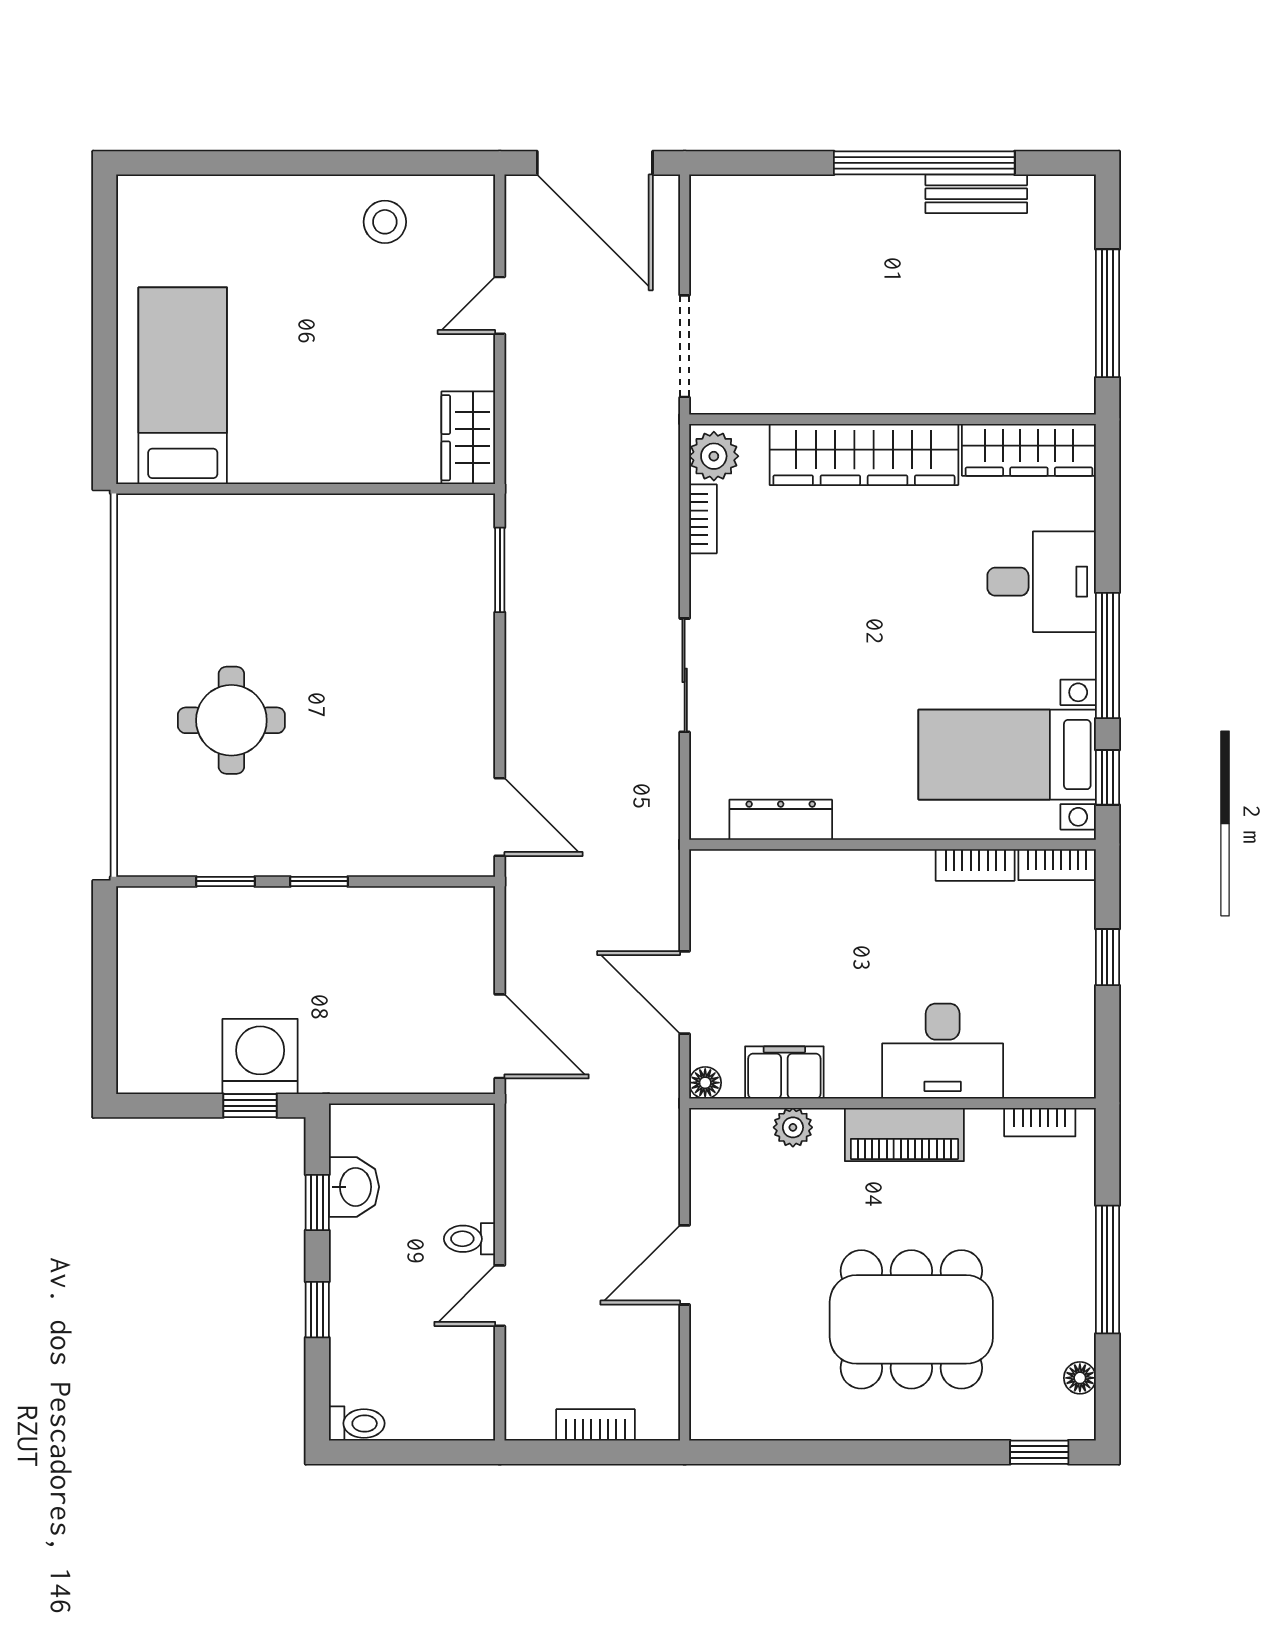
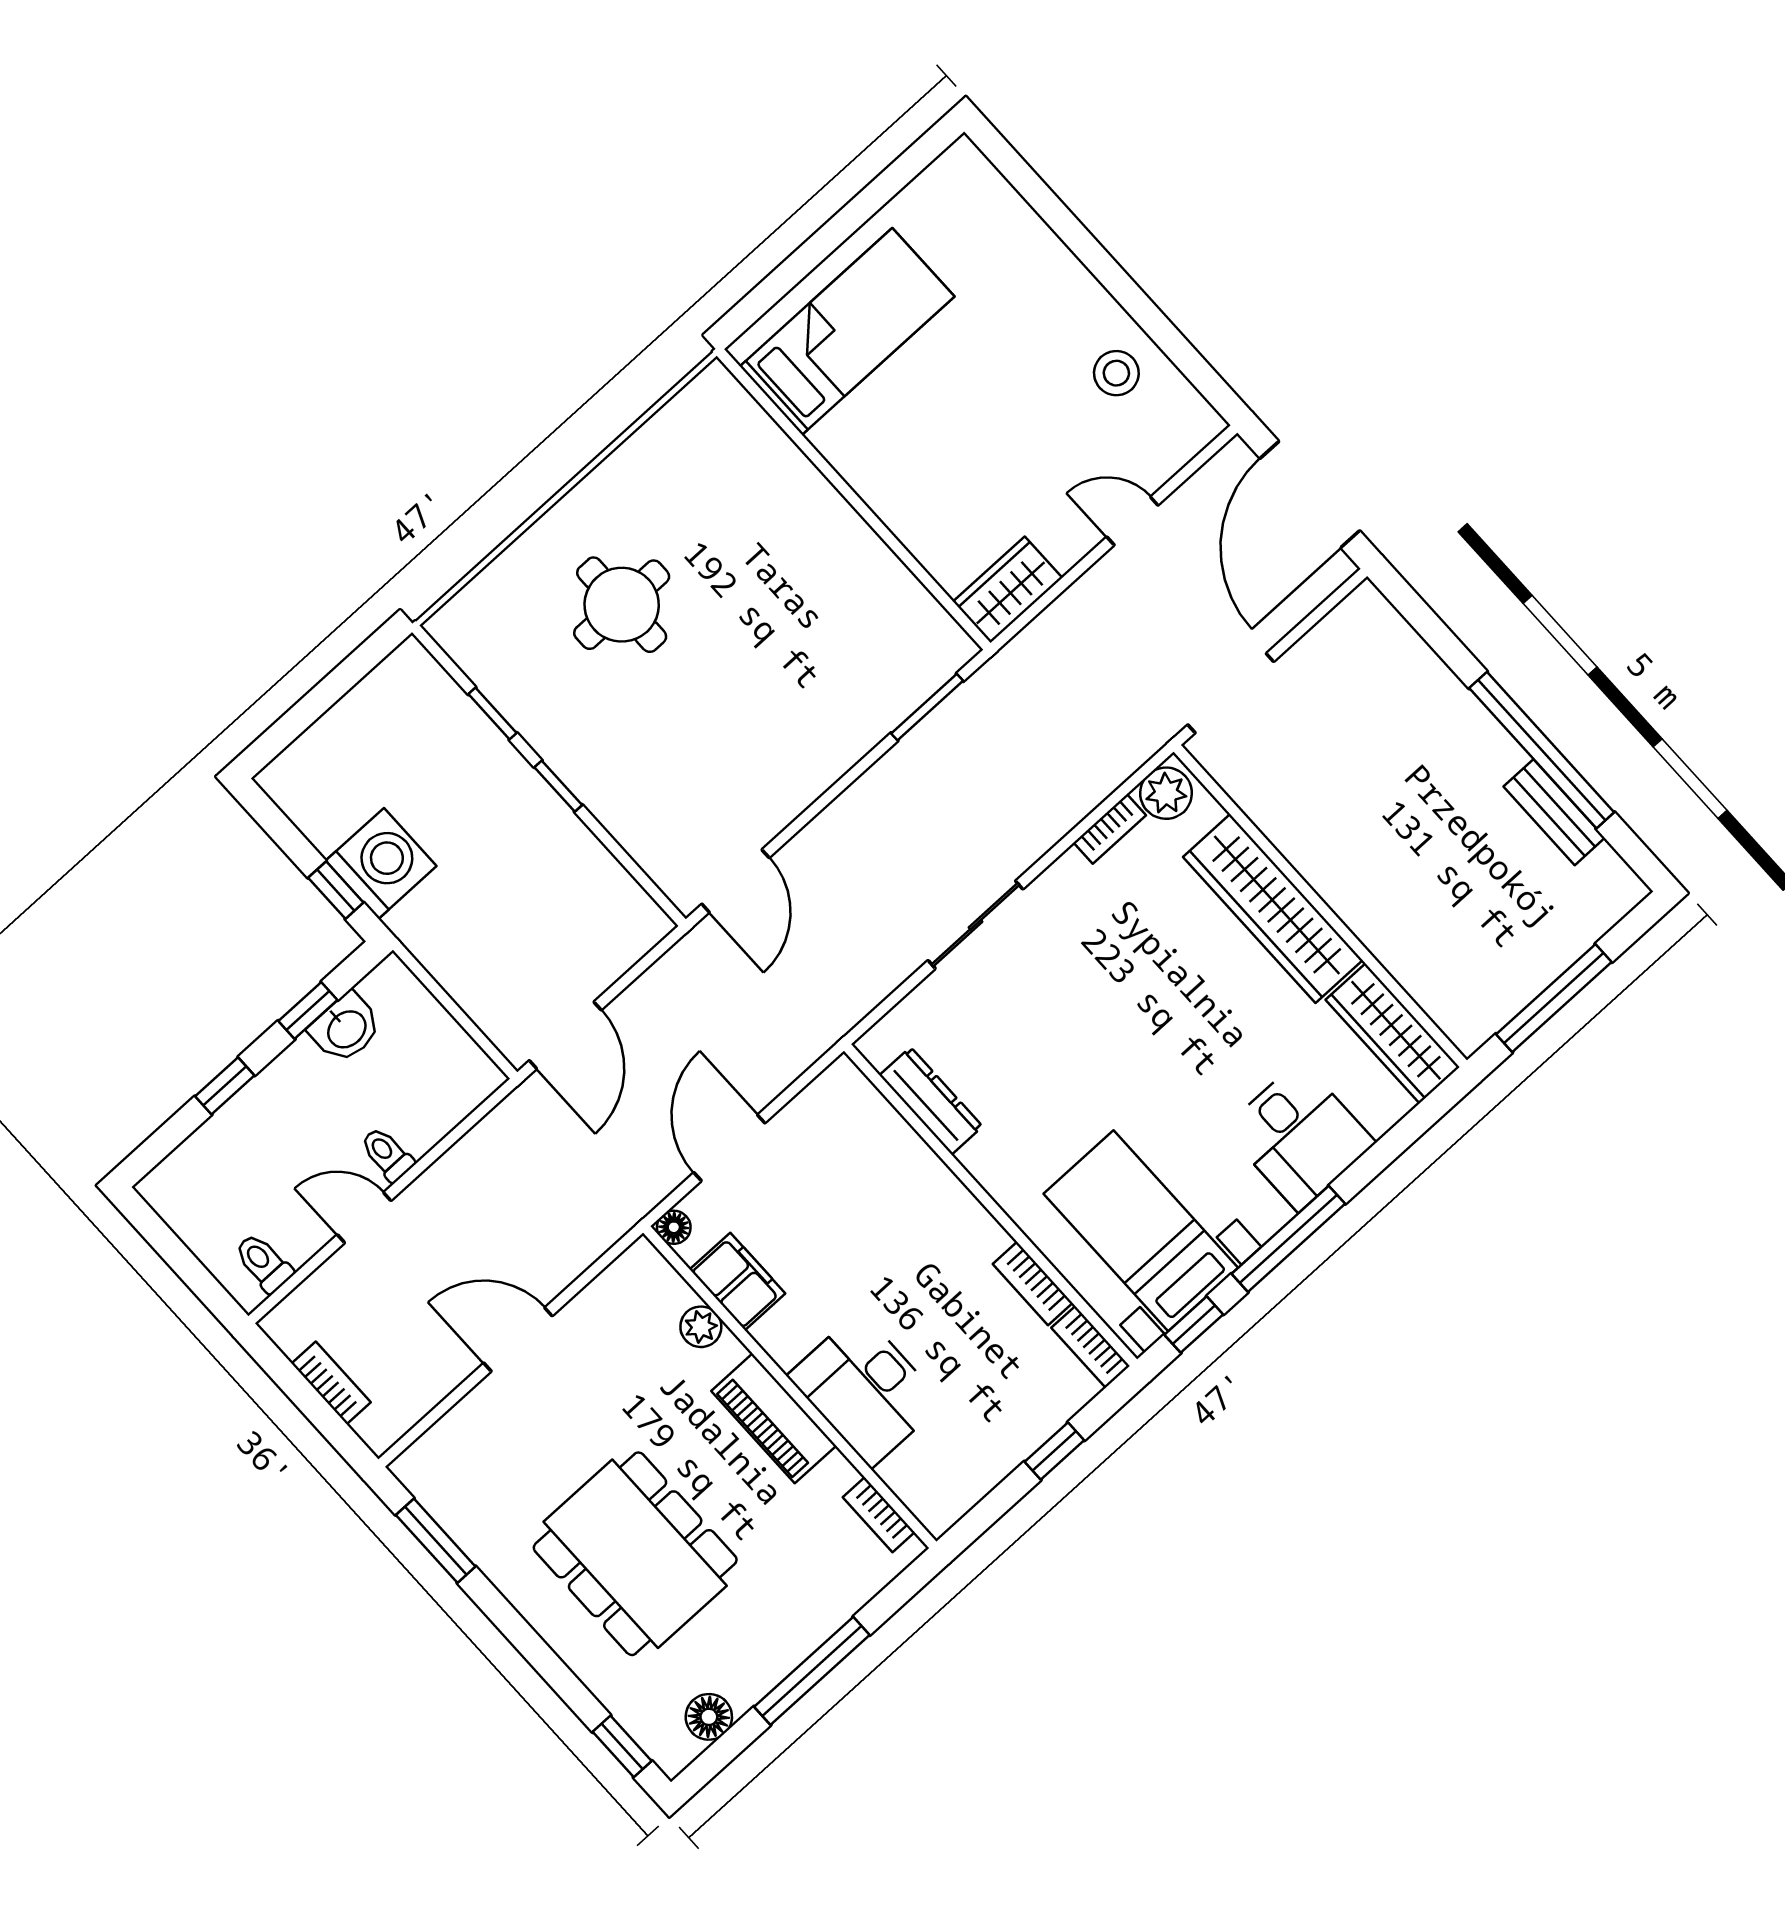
floor lamp: (1080, 1378) -> (709, 1717), width x1.37, depth x1.37
toilet: (357, 1423) -> (264, 1263), moved, turned 180
window: (774, 1452) -> (436, 1541), added

